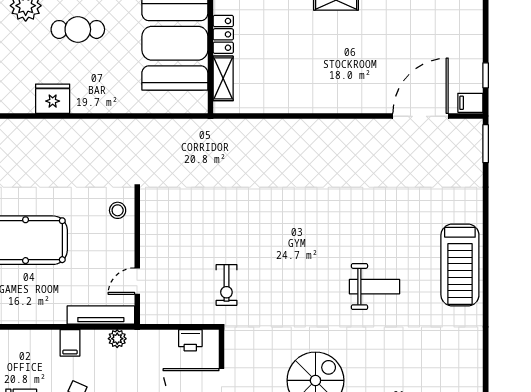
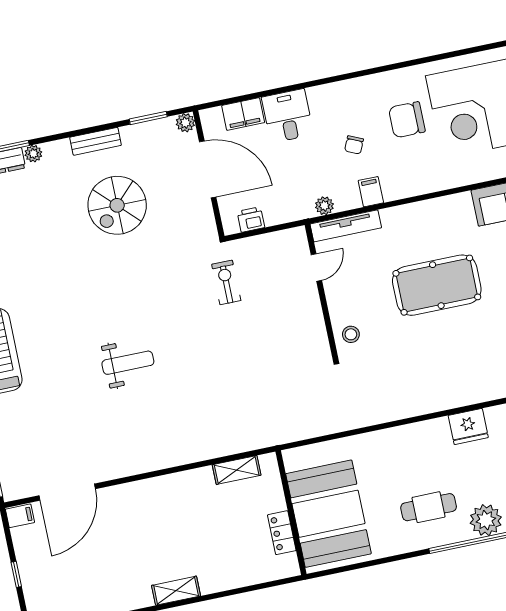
window: (486, 75) -> (16, 574), moved
shelving: (223, 78) -> (237, 470), moved, turned 90
fridge: (53, 99) -> (468, 426), moved
weight bench: (375, 287) -> (128, 363), moved, turned 180

